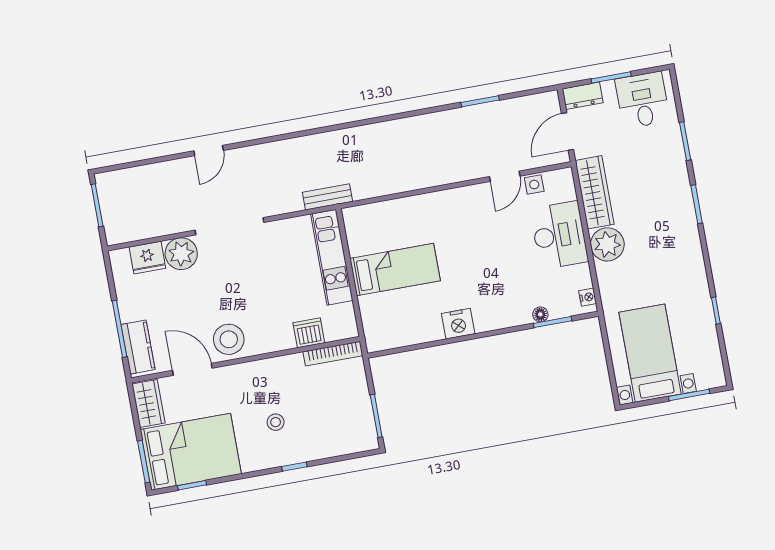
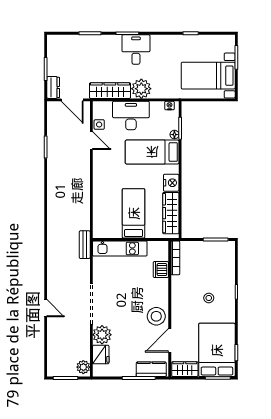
desk: (642, 100) -> (136, 50), moved, turned 90
plant: (121, 232) -> (83, 367), added
bed: (504, 282) -> (152, 152), added
wardrobe: (407, 332) -> (171, 213), added

